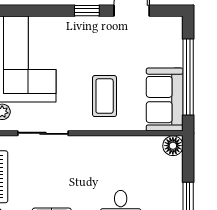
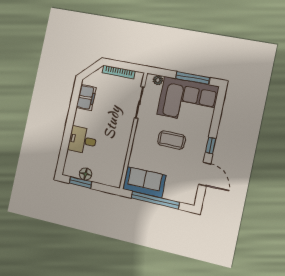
coffee table: (105, 96) -> (172, 140), moved
floor lamp: (173, 146) -> (86, 174), moved

